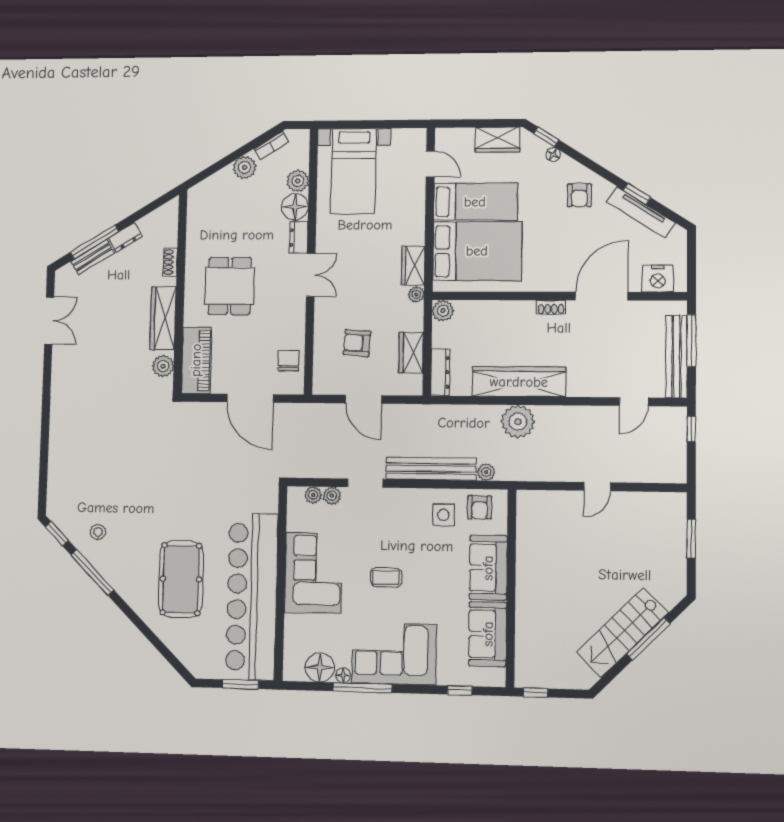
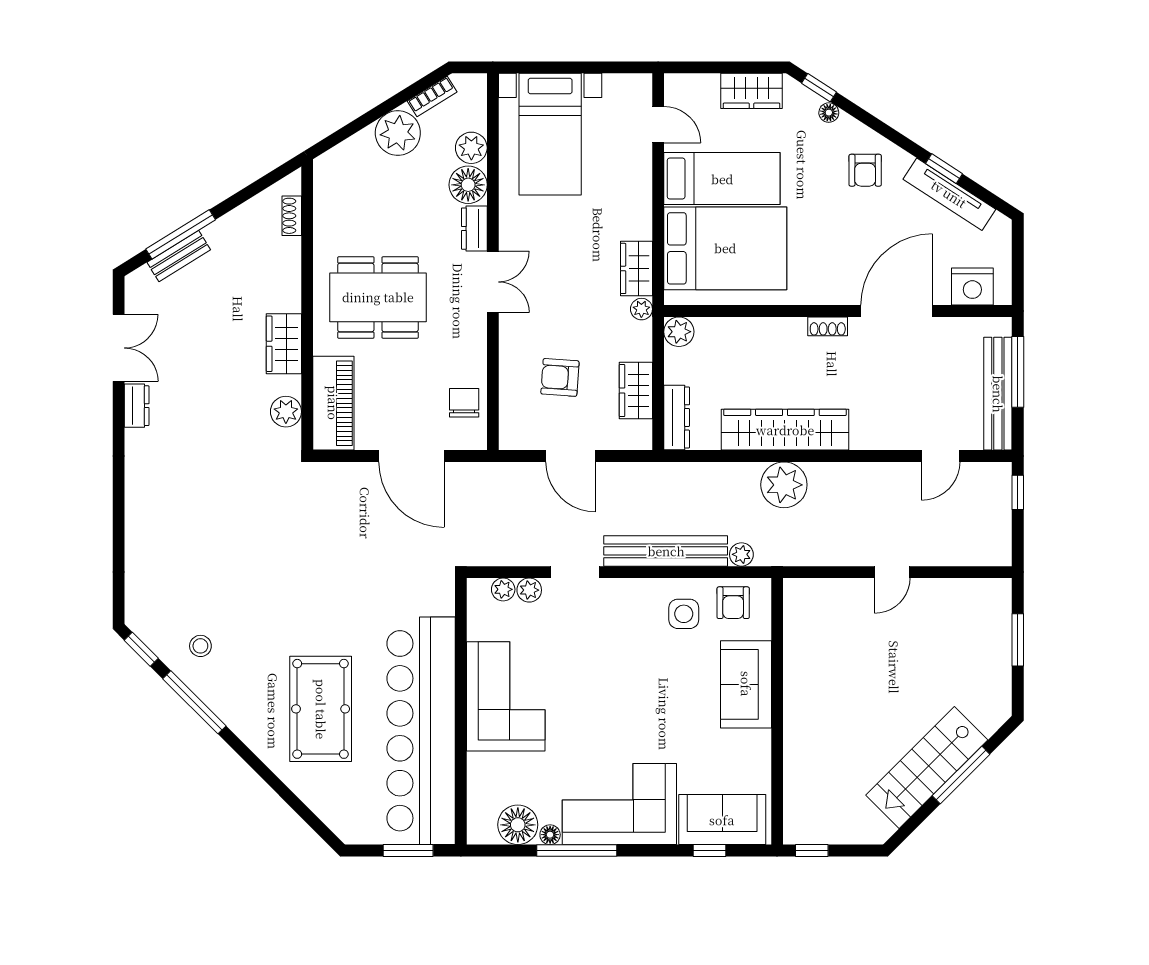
plant: (245, 167) -> (398, 133), width x1.36, depth x1.36
dresser: (125, 237) -> (137, 406), moved, turned -58
shoe rack: (170, 262) -> (292, 216), moved
dining table: (230, 286) -> (378, 297), width x1.38
wardrobe: (163, 318) -> (284, 344), width x0.67
coffee table: (386, 577) -> (607, 701), removed
sofa: (488, 634) -> (722, 820), moved, turned 90

